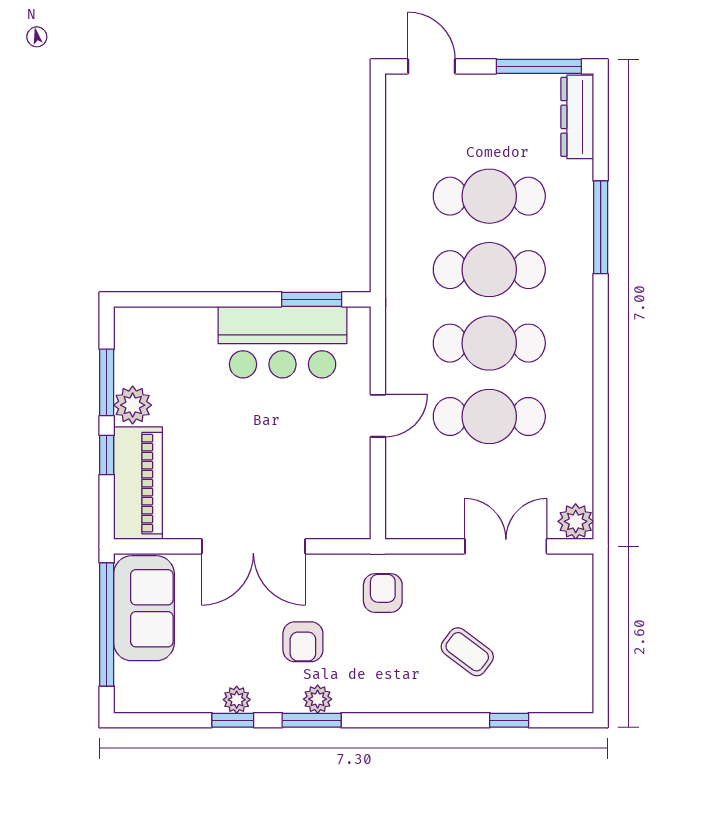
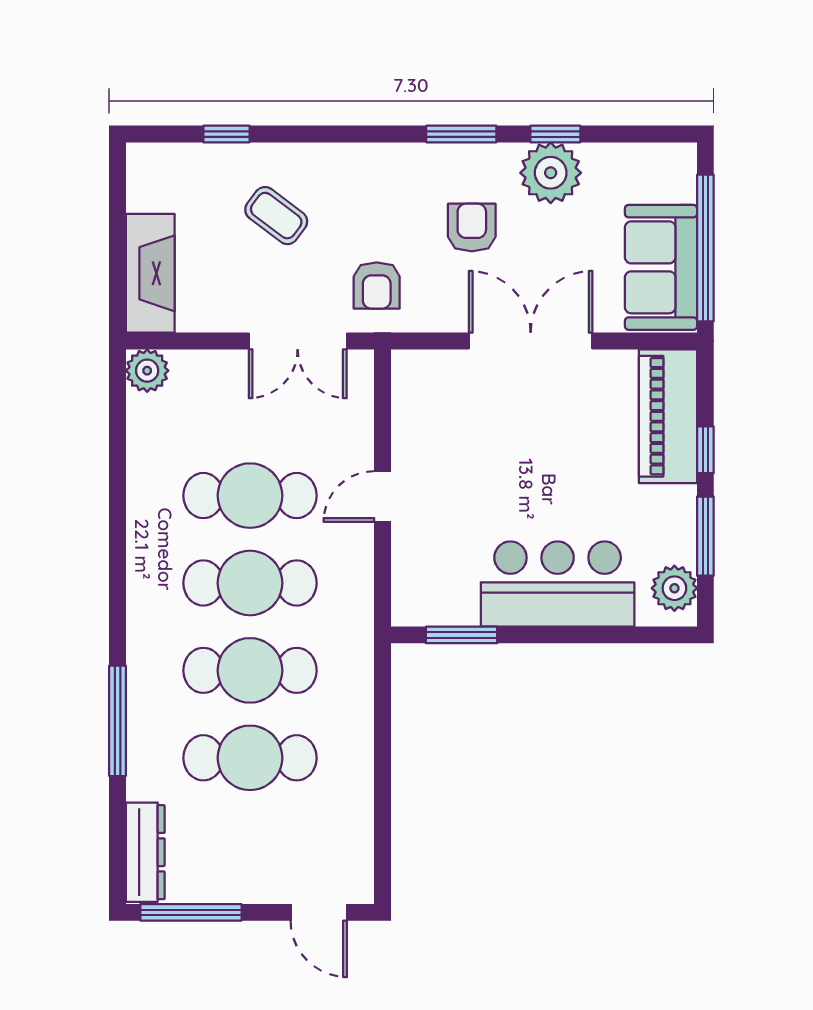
bar counter: (283, 342) -> (558, 584), moved
plant: (133, 405) -> (674, 588), moved
double door: (506, 546) -> (298, 341), moved
fireplace: (573, 603) -> (150, 273), added
plant: (318, 699) -> (454, 159), removed
plant: (237, 700) -> (551, 173), width x1.88, depth x1.88

